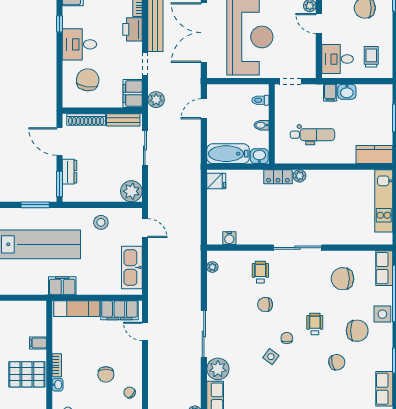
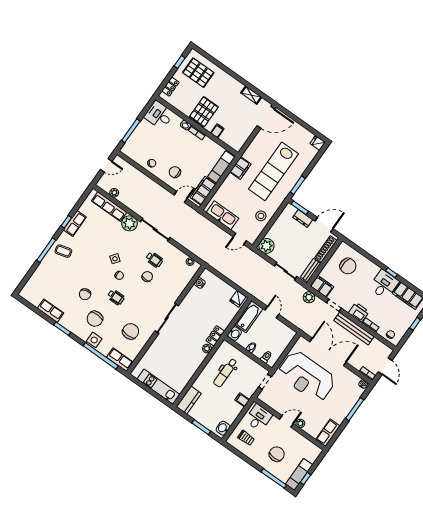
desk: (79, 44) -> (384, 285), moved
washbasin: (347, 92) -> (223, 428), moved
door: (204, 109) -> (272, 312), moved
wheelchair: (260, 272) -> (154, 260), moved
chair: (106, 374) -> (175, 172), moved

